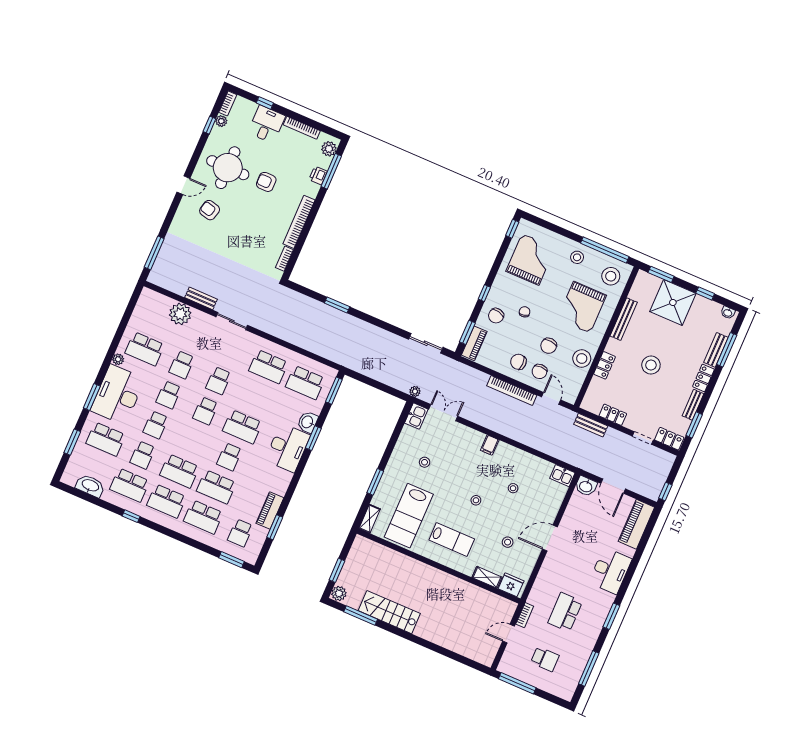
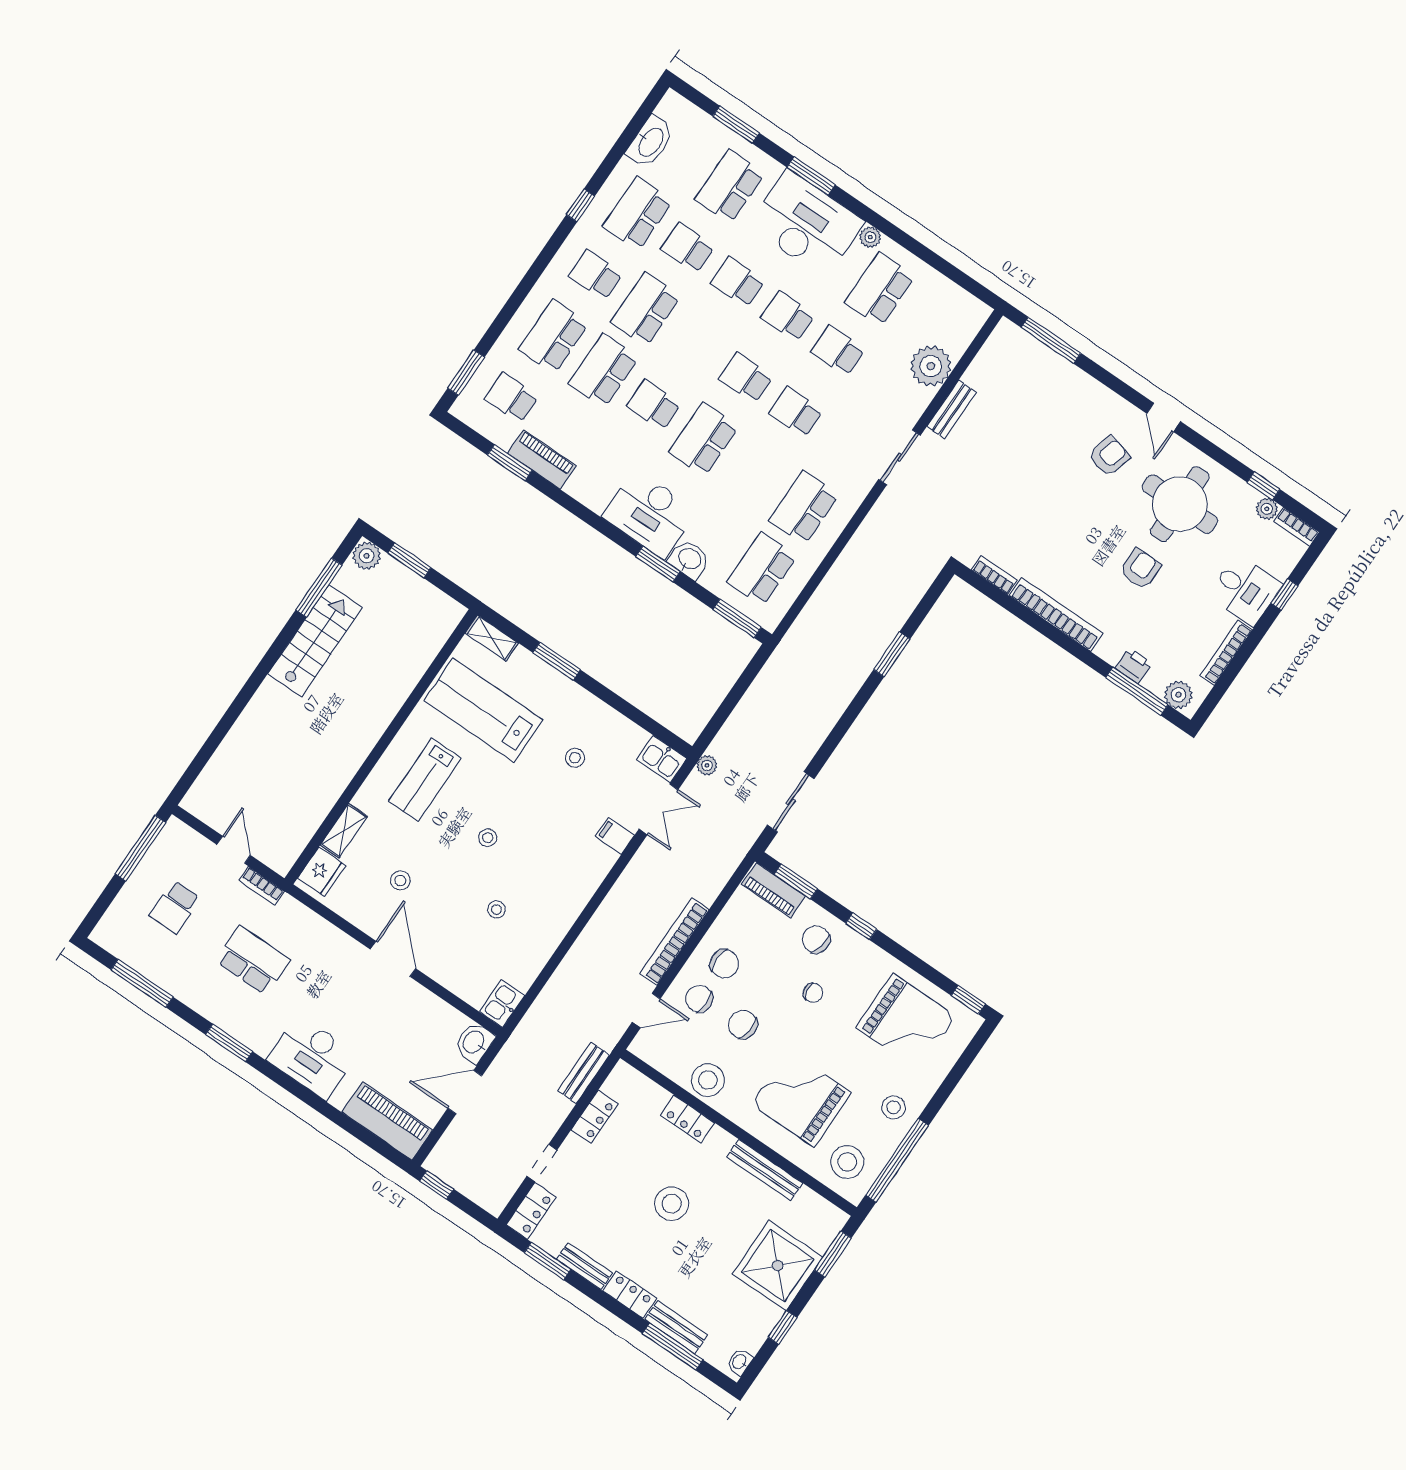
chair: (518, 362) -> (724, 964), turned 90
filing cabinet: (490, 445) -> (615, 836), moved
school desk: (166, 501) -> (596, 275), width x0.54

